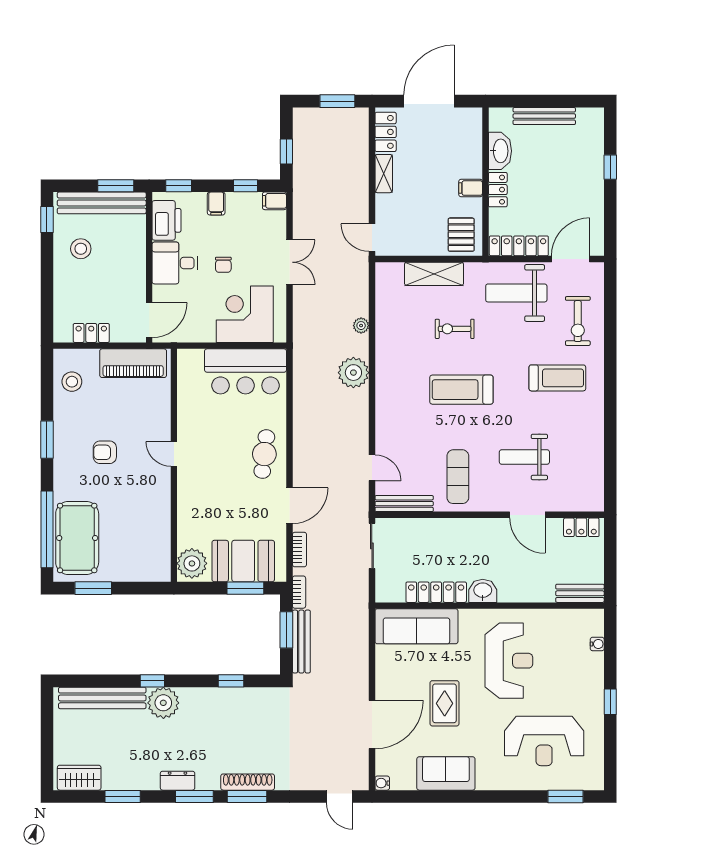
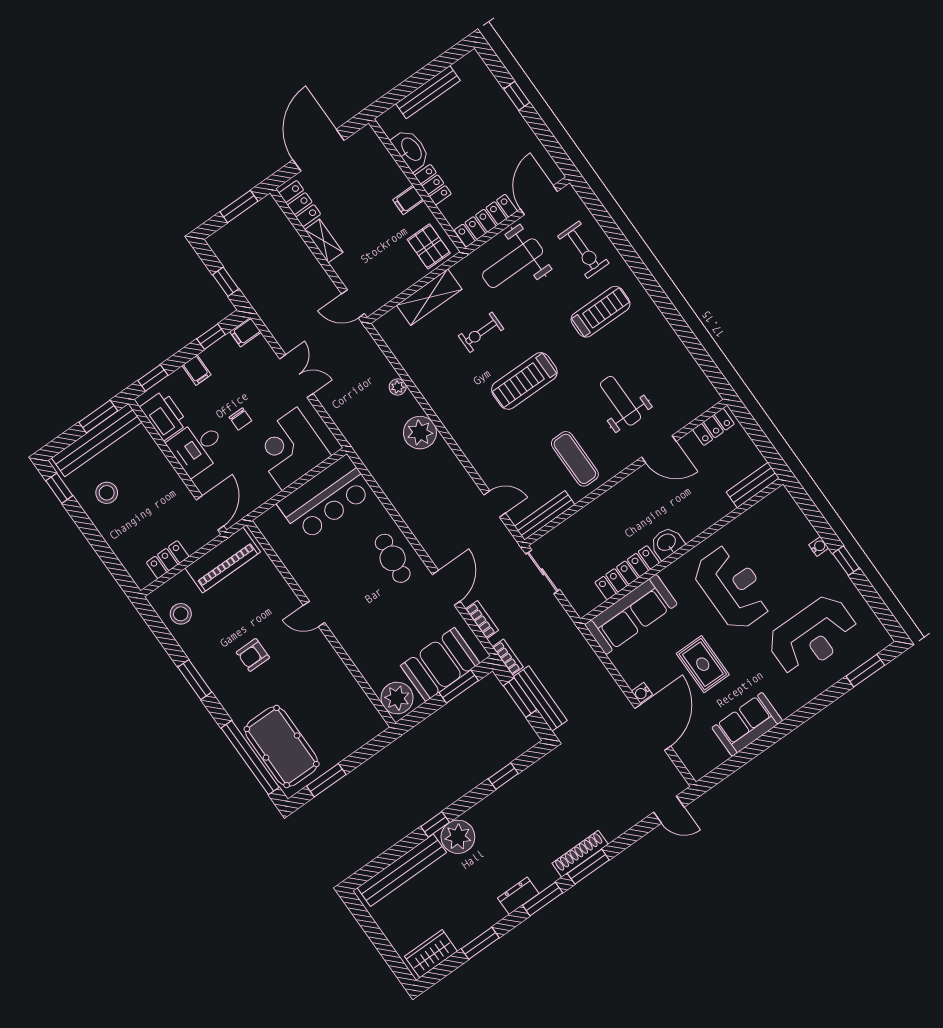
weight bench: (524, 457) -> (621, 401), turned 90
water cooler: (597, 644) -> (819, 546), moved
water cooler: (382, 783) -> (642, 693), moved

